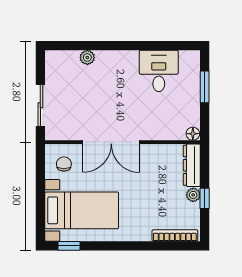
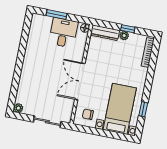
plant: (87, 57) -> (18, 108), moved
desk: (159, 71) -> (63, 33), moved, turned 90
double door: (111, 142) -> (80, 81), swing flipped
window: (69, 246) -> (143, 109), moved

